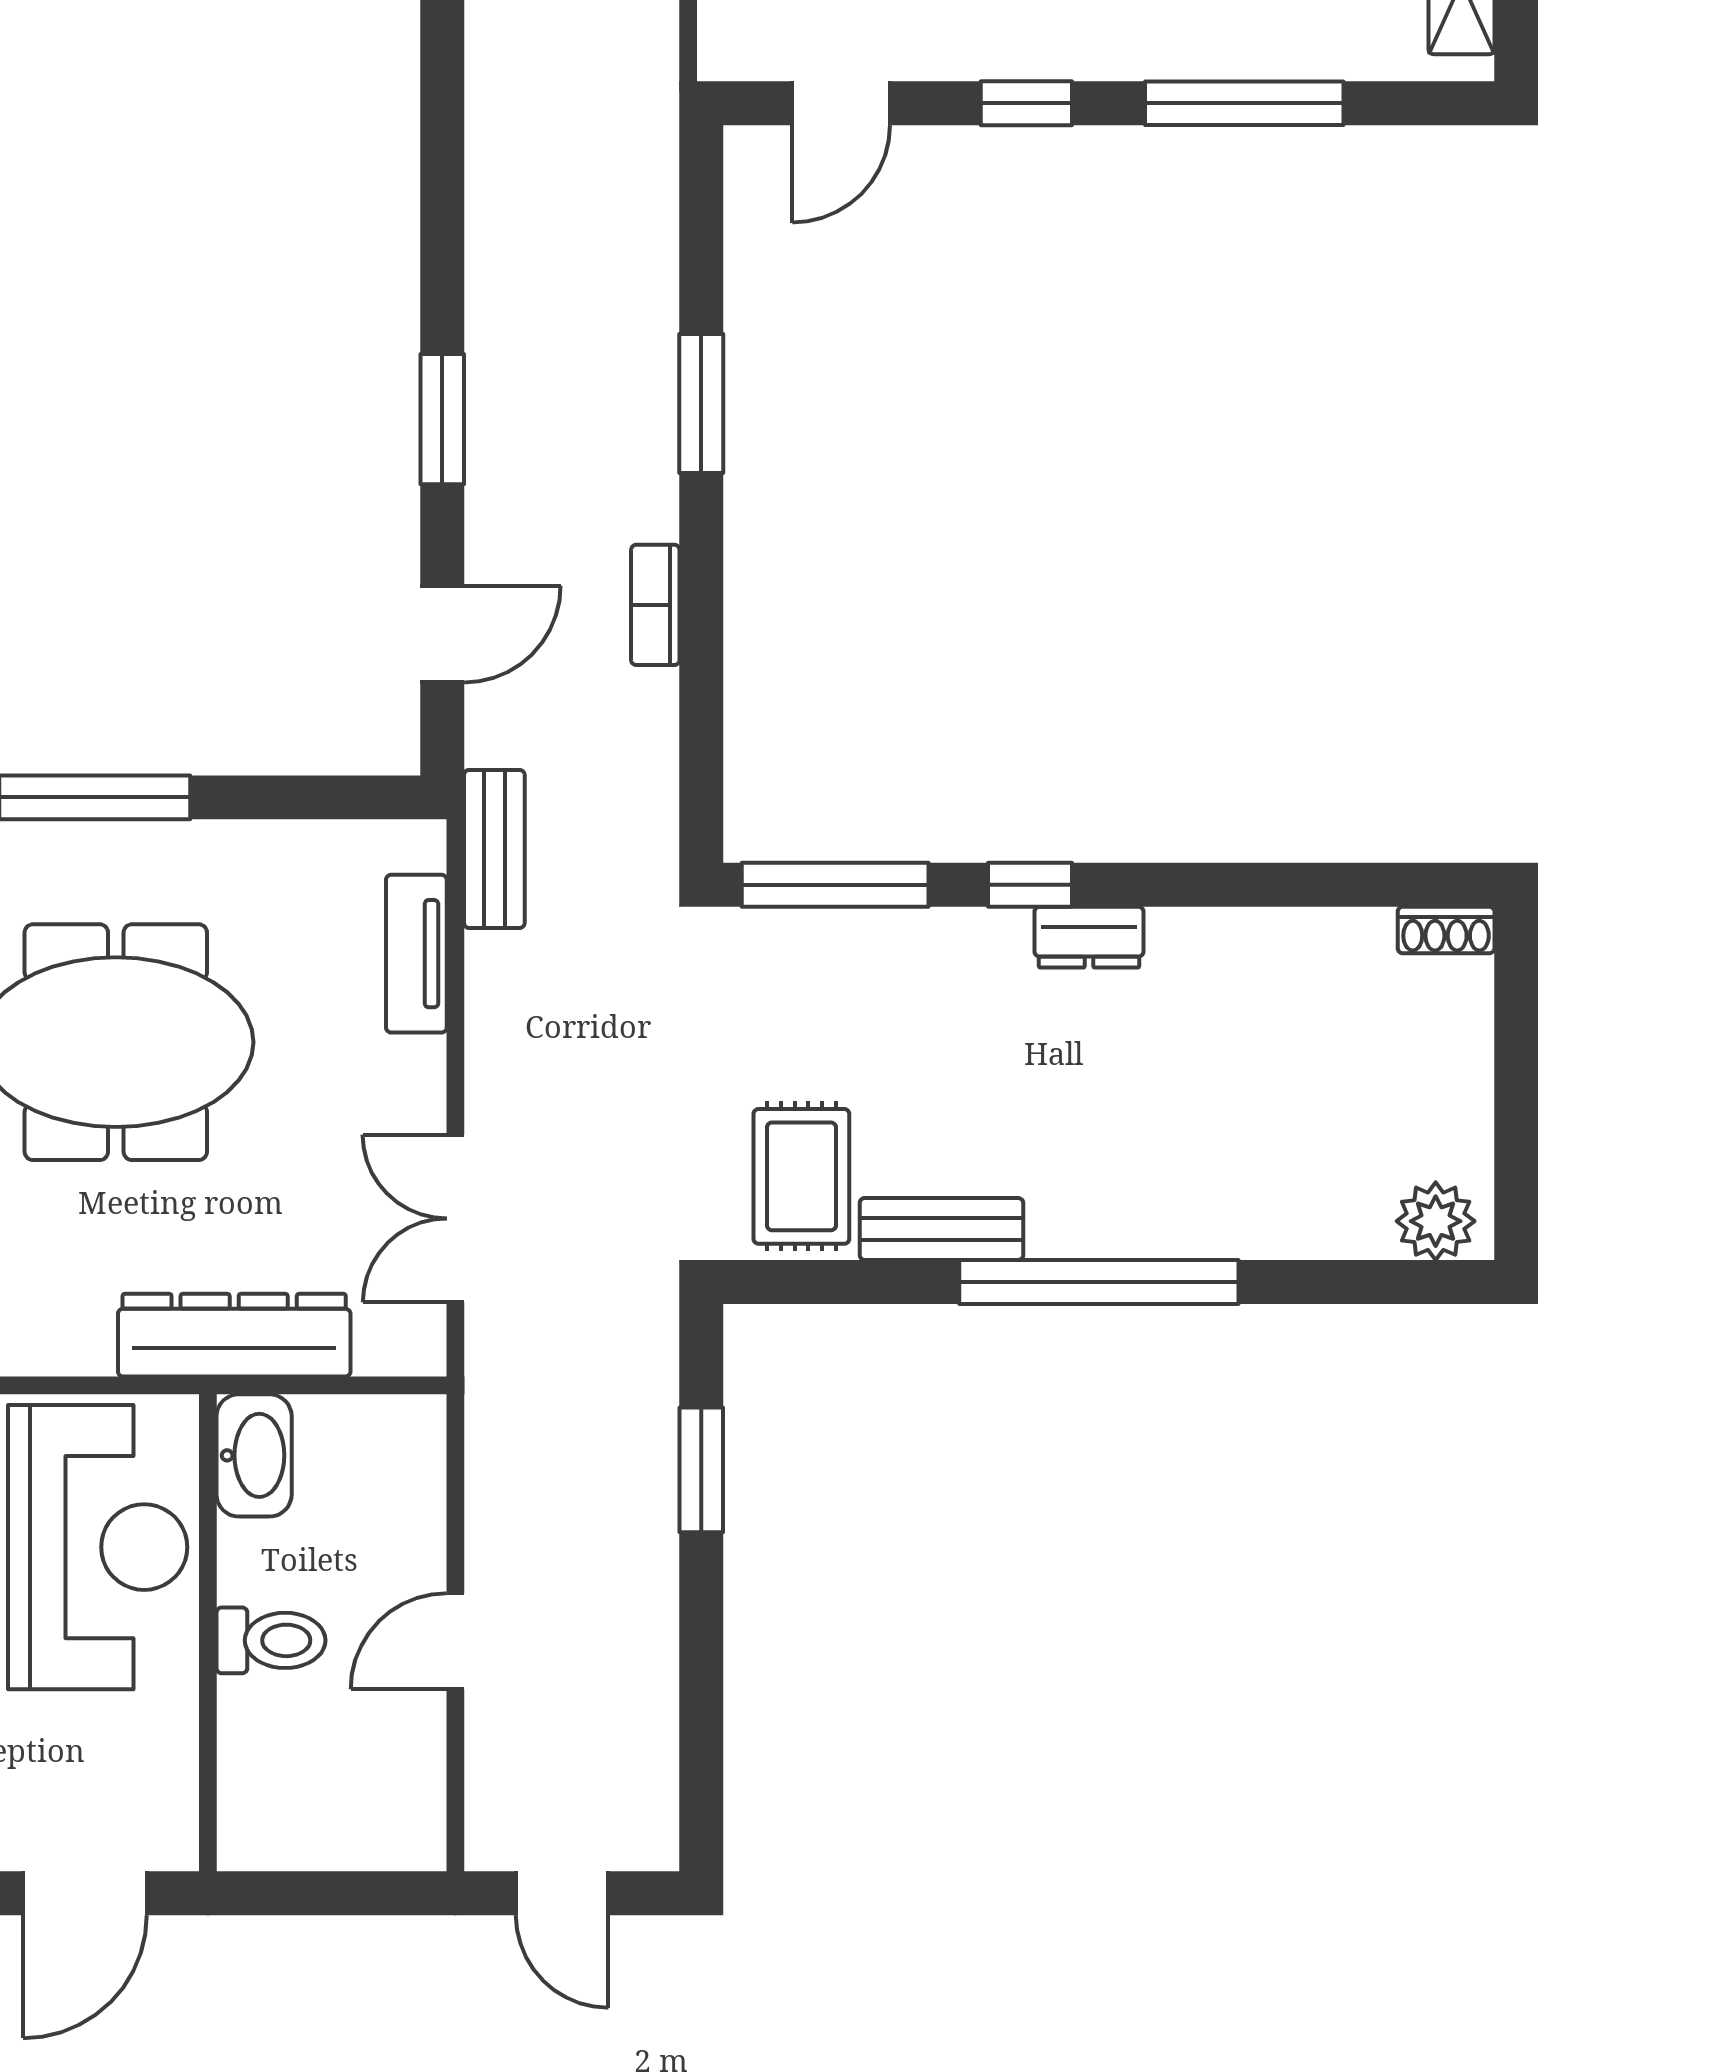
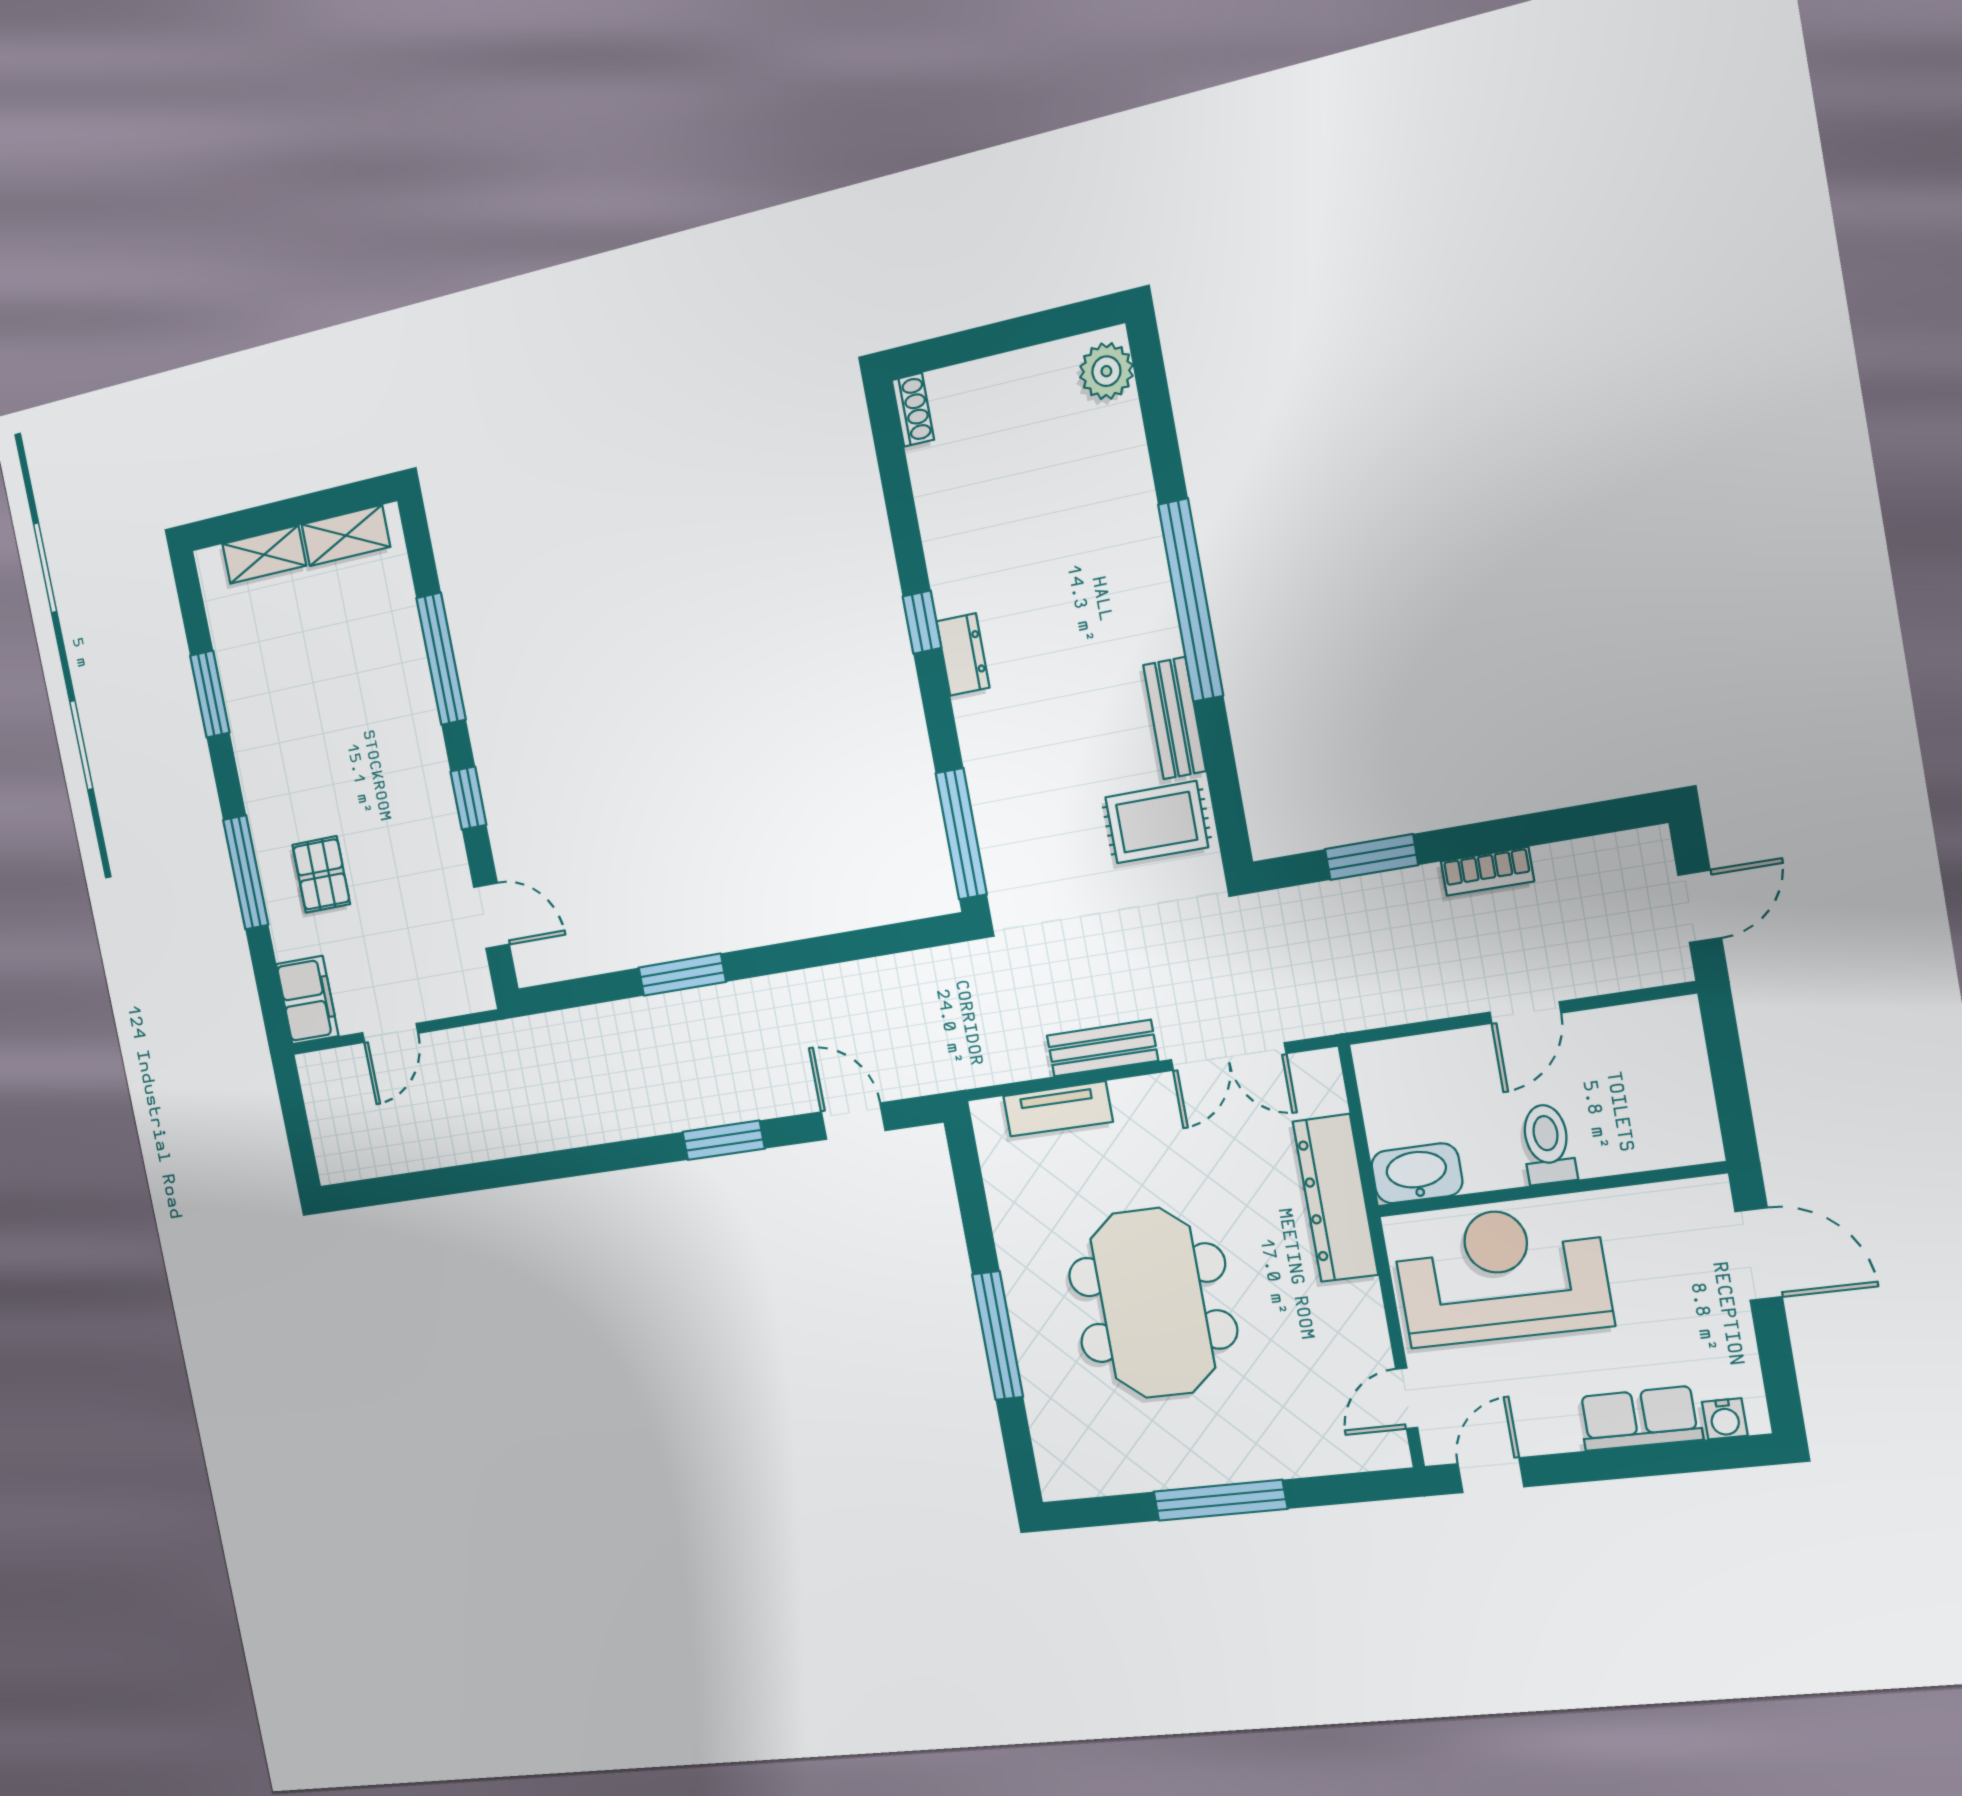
bookcase: (655, 605) -> (1487, 871), moved
bench: (494, 849) -> (1102, 1048), moved
window: (1030, 885) -> (922, 622), moved
door: (455, 1641) -> (1525, 1013), hinge flipped

